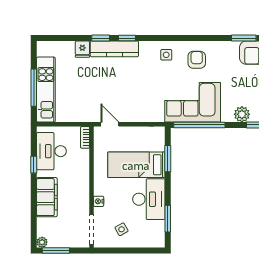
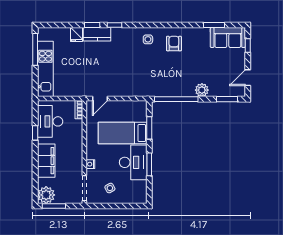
kitchen counter: (114, 49) -> (97, 34), width x0.67
window: (34, 88) -> (35, 49), moved
corner sofa: (193, 102) -> (170, 80), removed
plant: (242, 114) -> (202, 90), moved
door: (110, 124) -> (100, 99), swing flipped
window: (168, 219) -> (149, 164), moved
plant: (42, 242) -> (46, 195), width x1.88, depth x1.88

